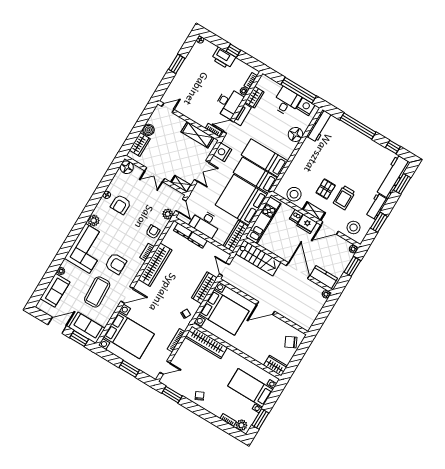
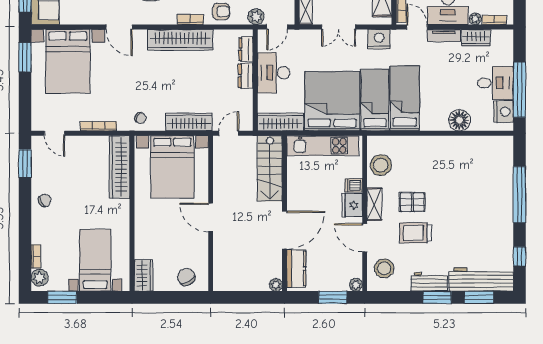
workbench: (319, 126) -> (489, 145), removed
window: (379, 222) -> (437, 297), moved
window: (129, 369) -> (25, 57), moved

